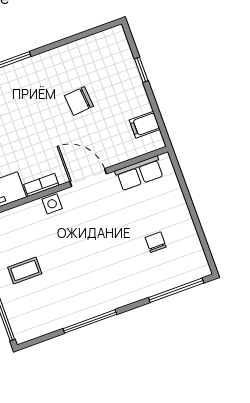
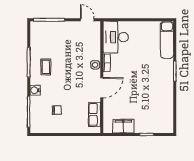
chair: (79, 101) -> (142, 97), removed
filing cabinet: (145, 125) -> (123, 126), width x2.00
coffee table: (25, 271) -> (46, 67), moved
water cooler: (135, 293) -> (35, 90), added

